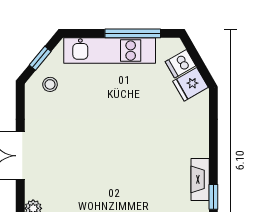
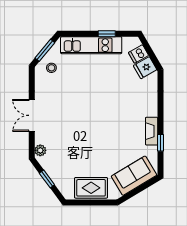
window: (133, 33) -> (107, 34), width x0.46
window: (40, 58) -> (45, 50), width x1.50

